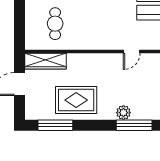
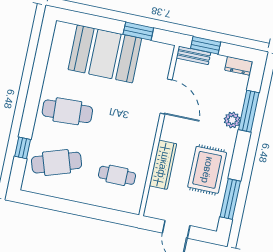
door: (132, 52) -> (166, 96), width x1.88
wardrobe: (45, 61) -> (163, 165), moved

